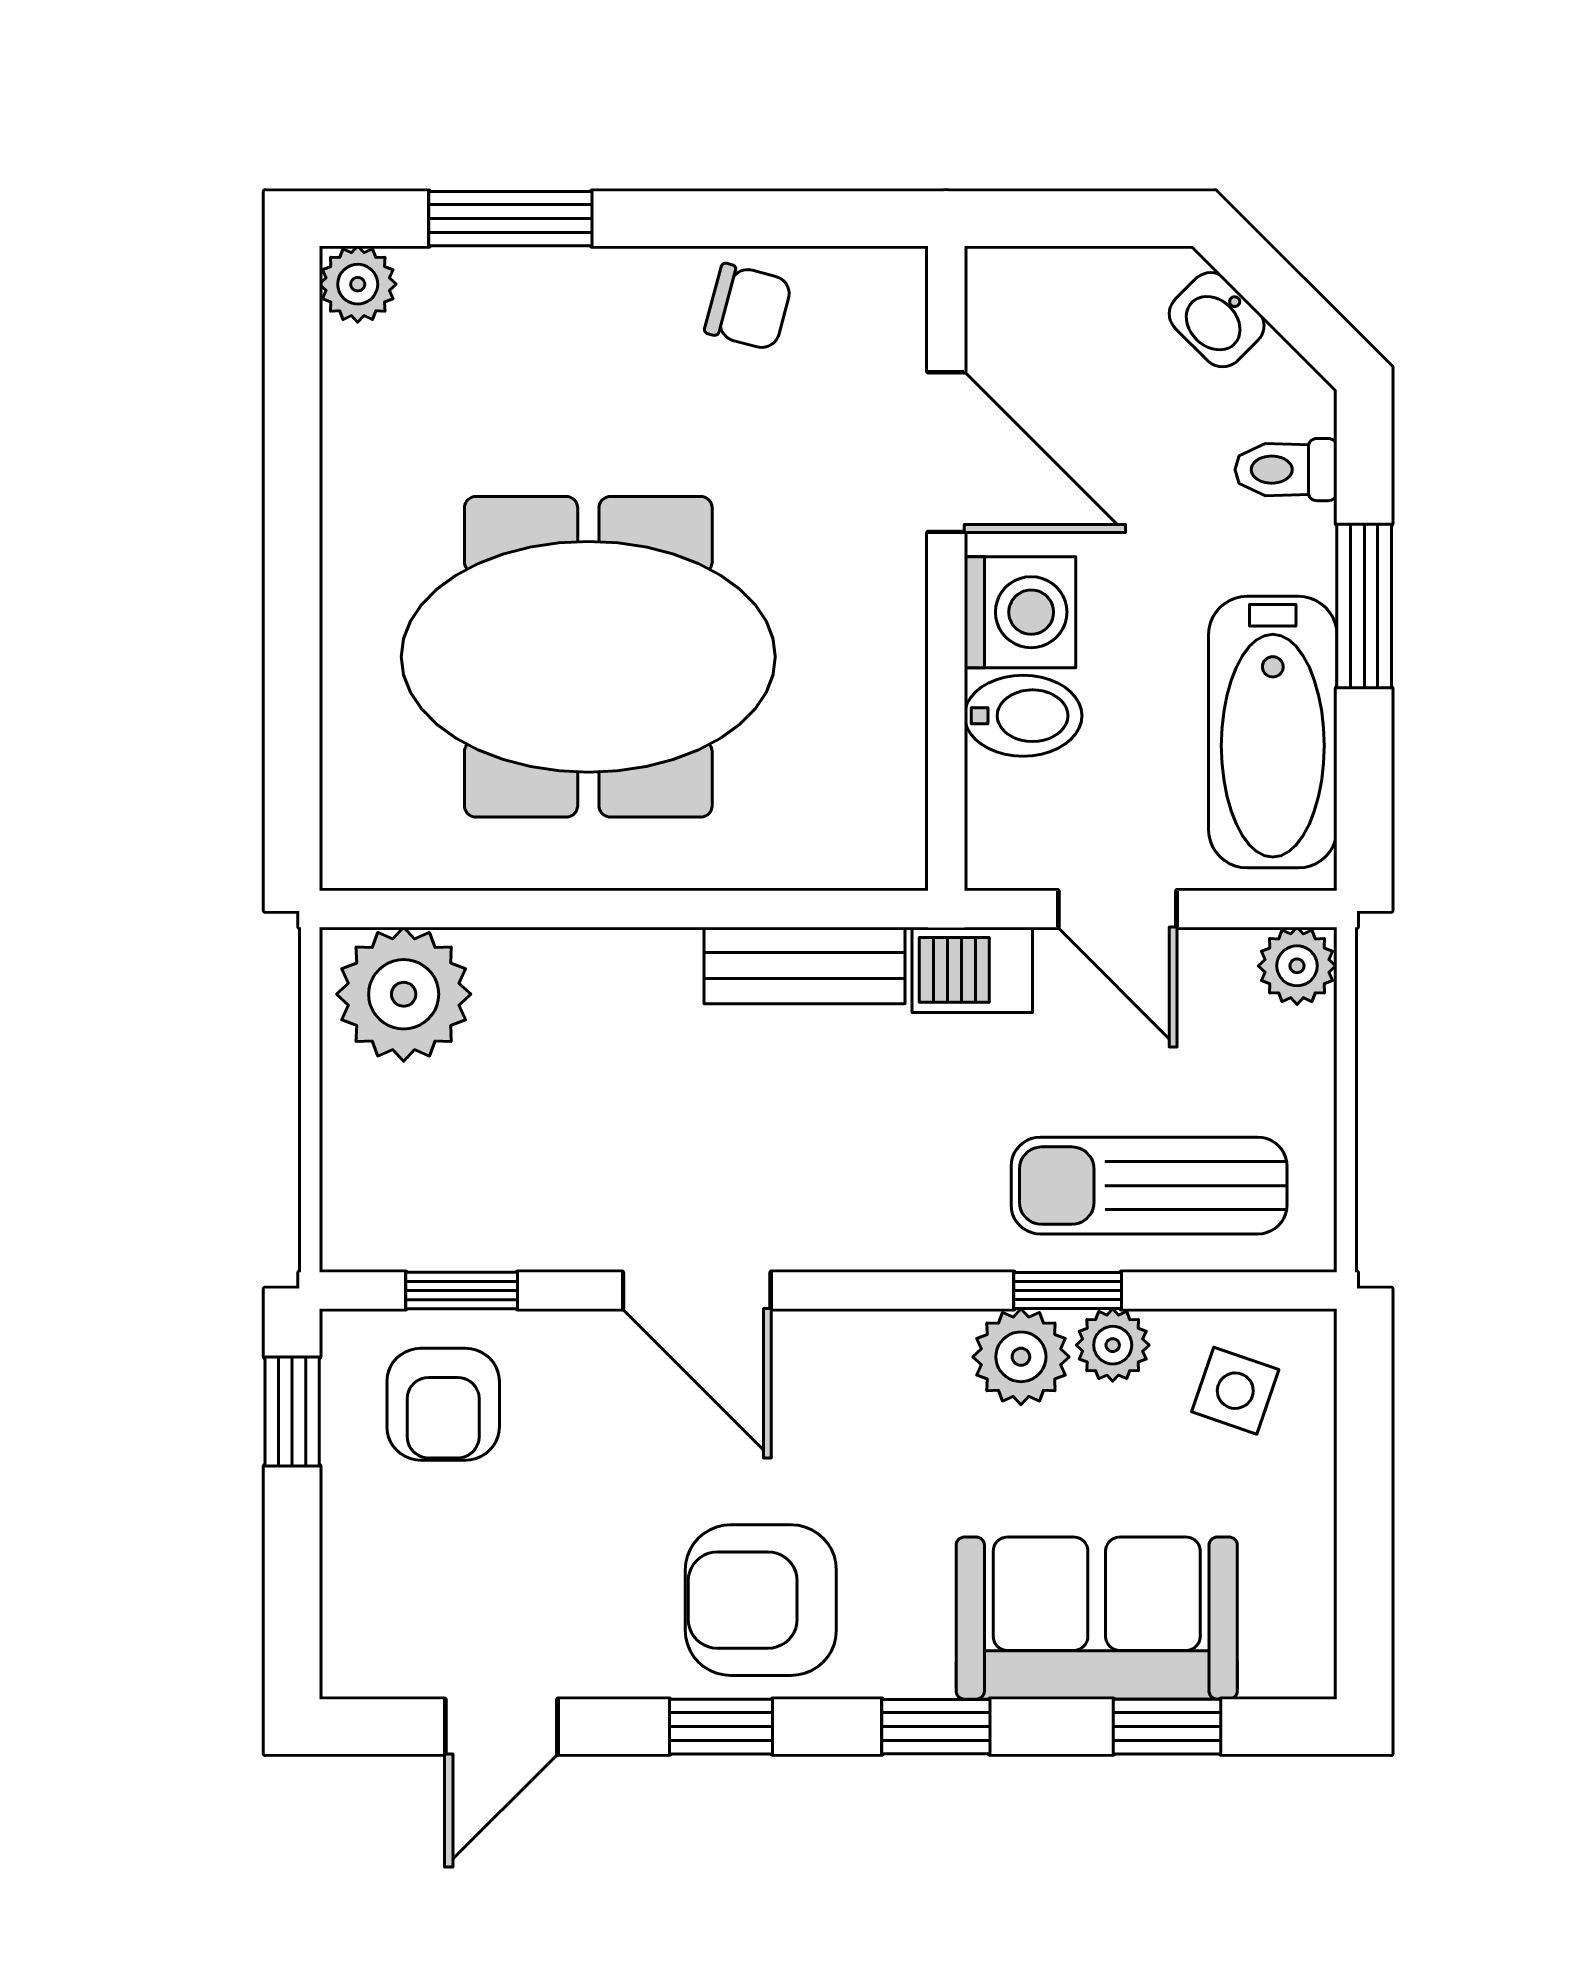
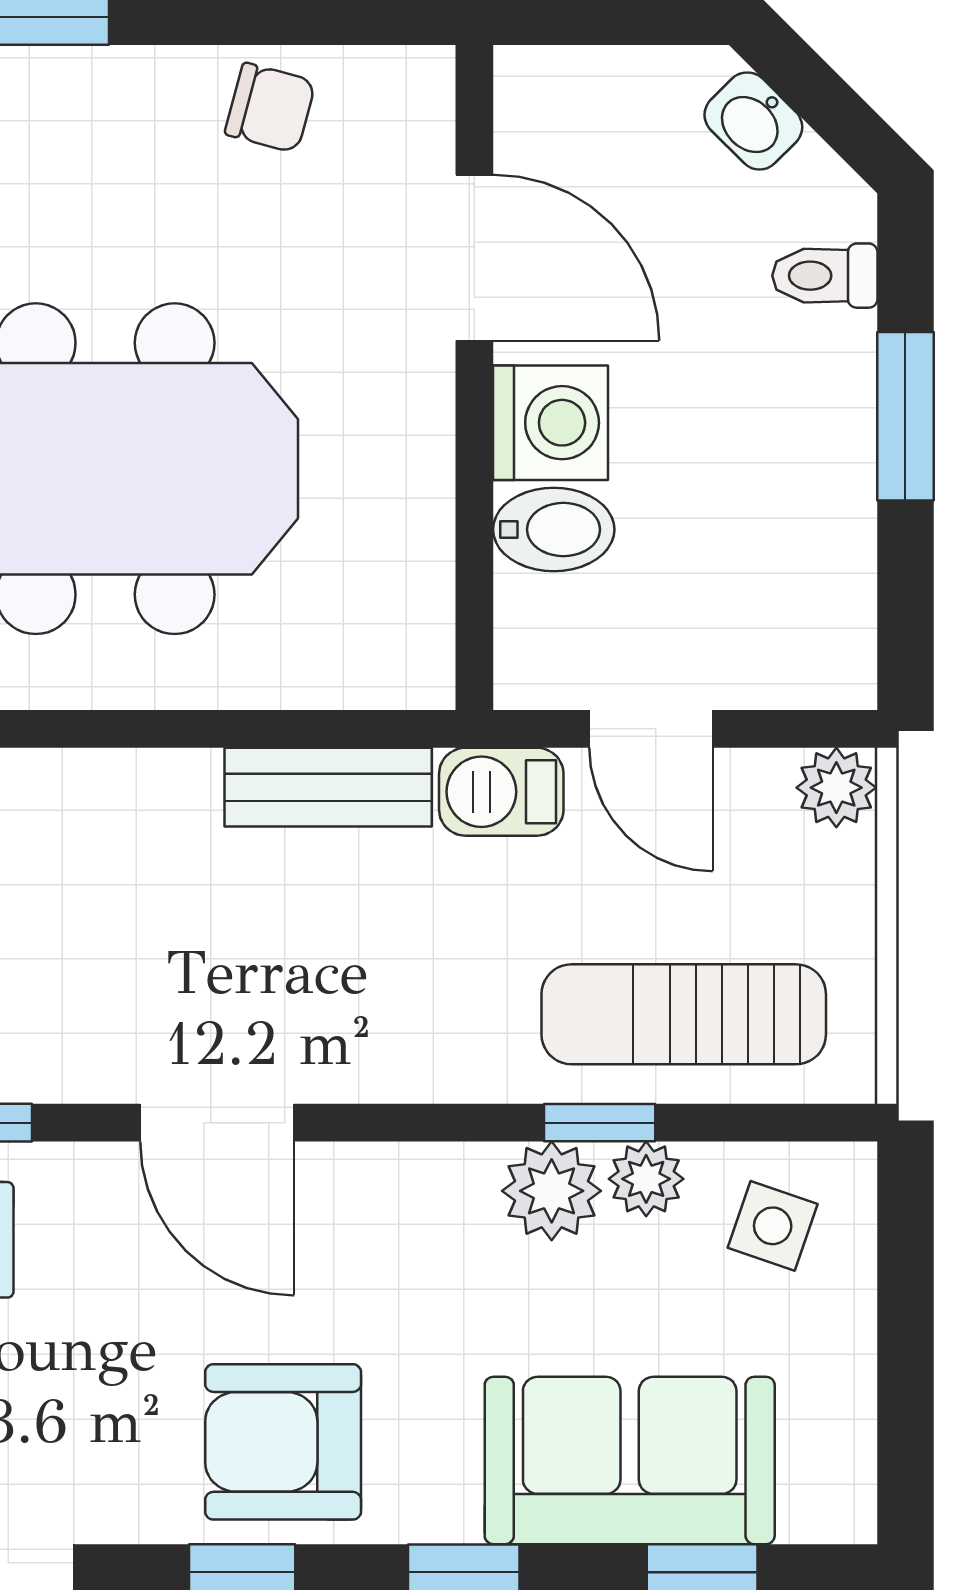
bathtub: (1273, 732) -> (811, 546), removed

